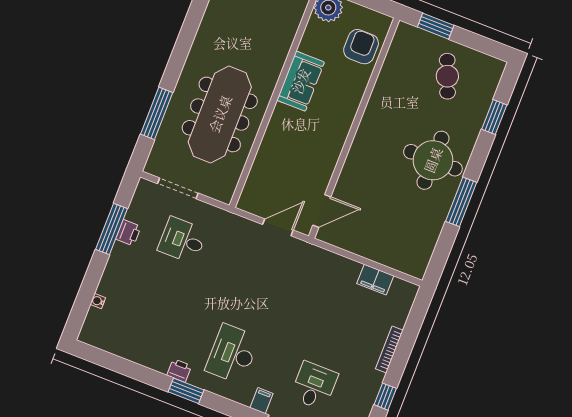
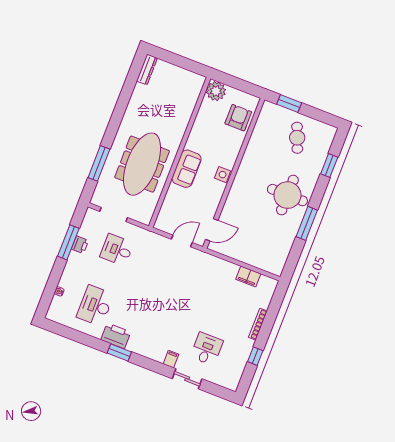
sofa: (301, 81) -> (187, 169), moved
side table: (338, 130) -> (223, 175), added
desk: (232, 354) -> (95, 306), moved
printer: (179, 370) -> (116, 336), width x1.87, depth x1.48

